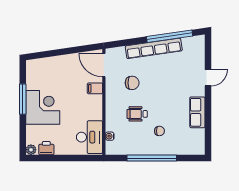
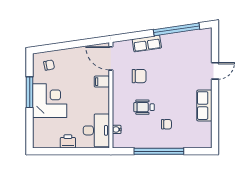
row of seats: (154, 48) -> (147, 44), width x0.50
chair: (42, 72) -> (49, 65), added
printer: (46, 148) -> (68, 141), moved
plant: (31, 150) -> (38, 143), removed

